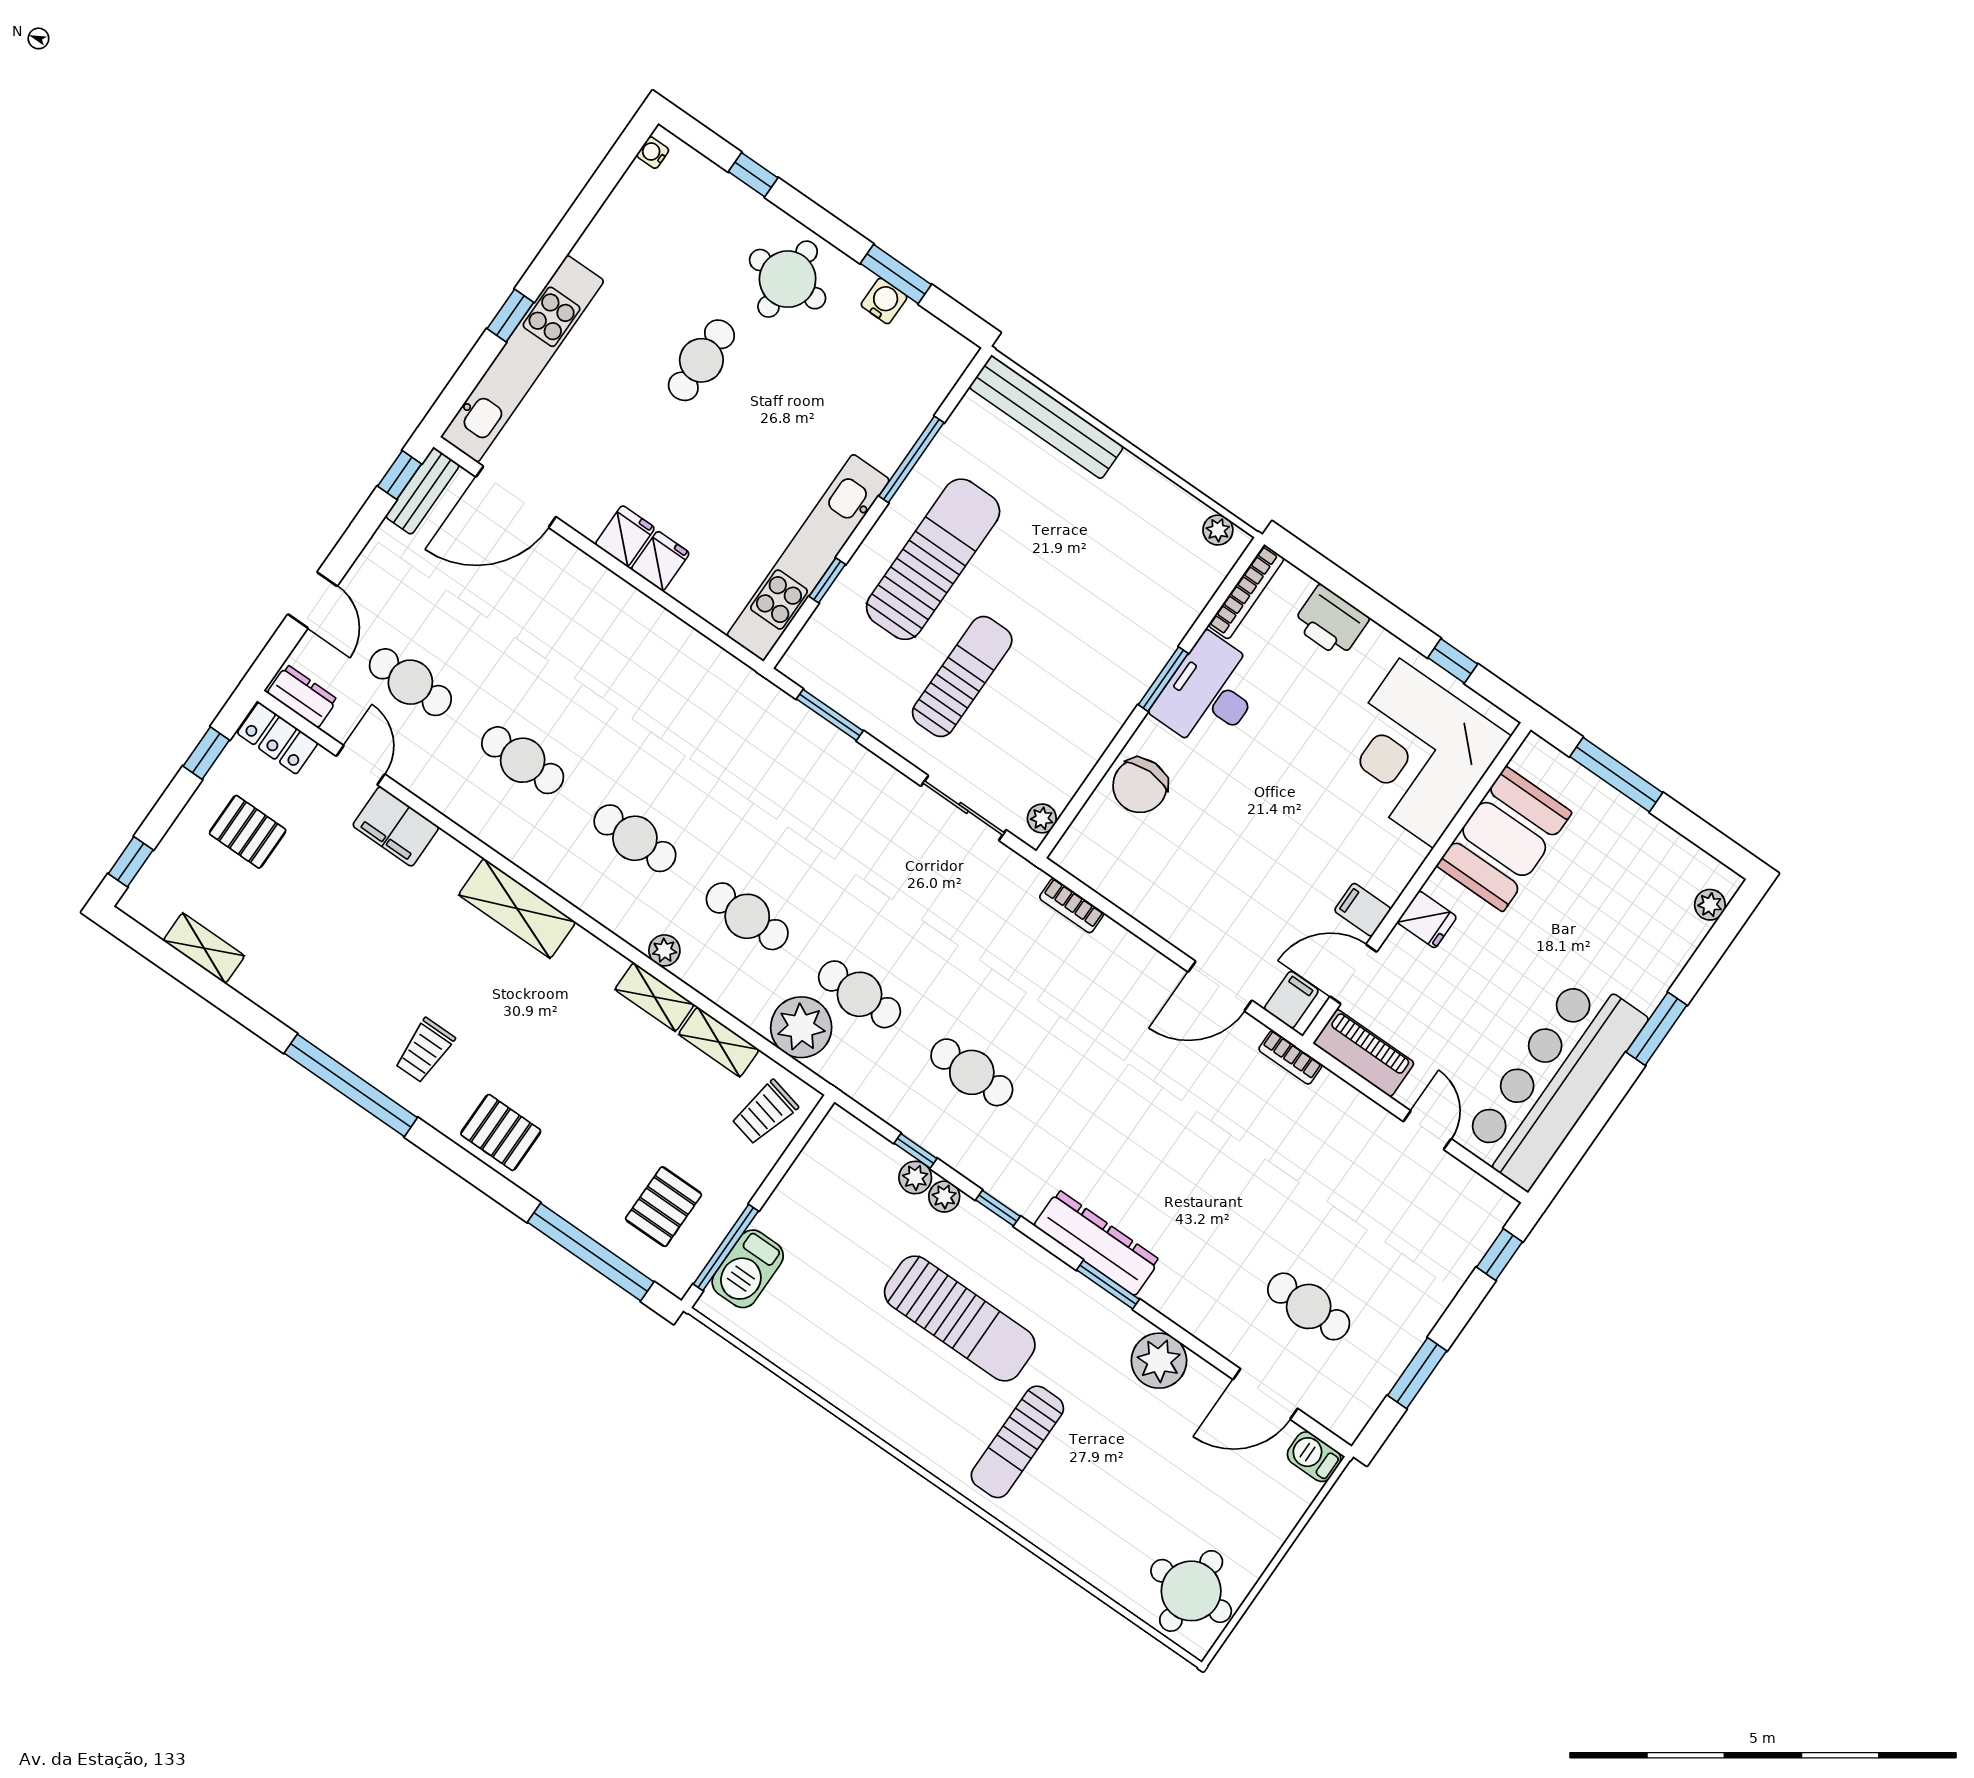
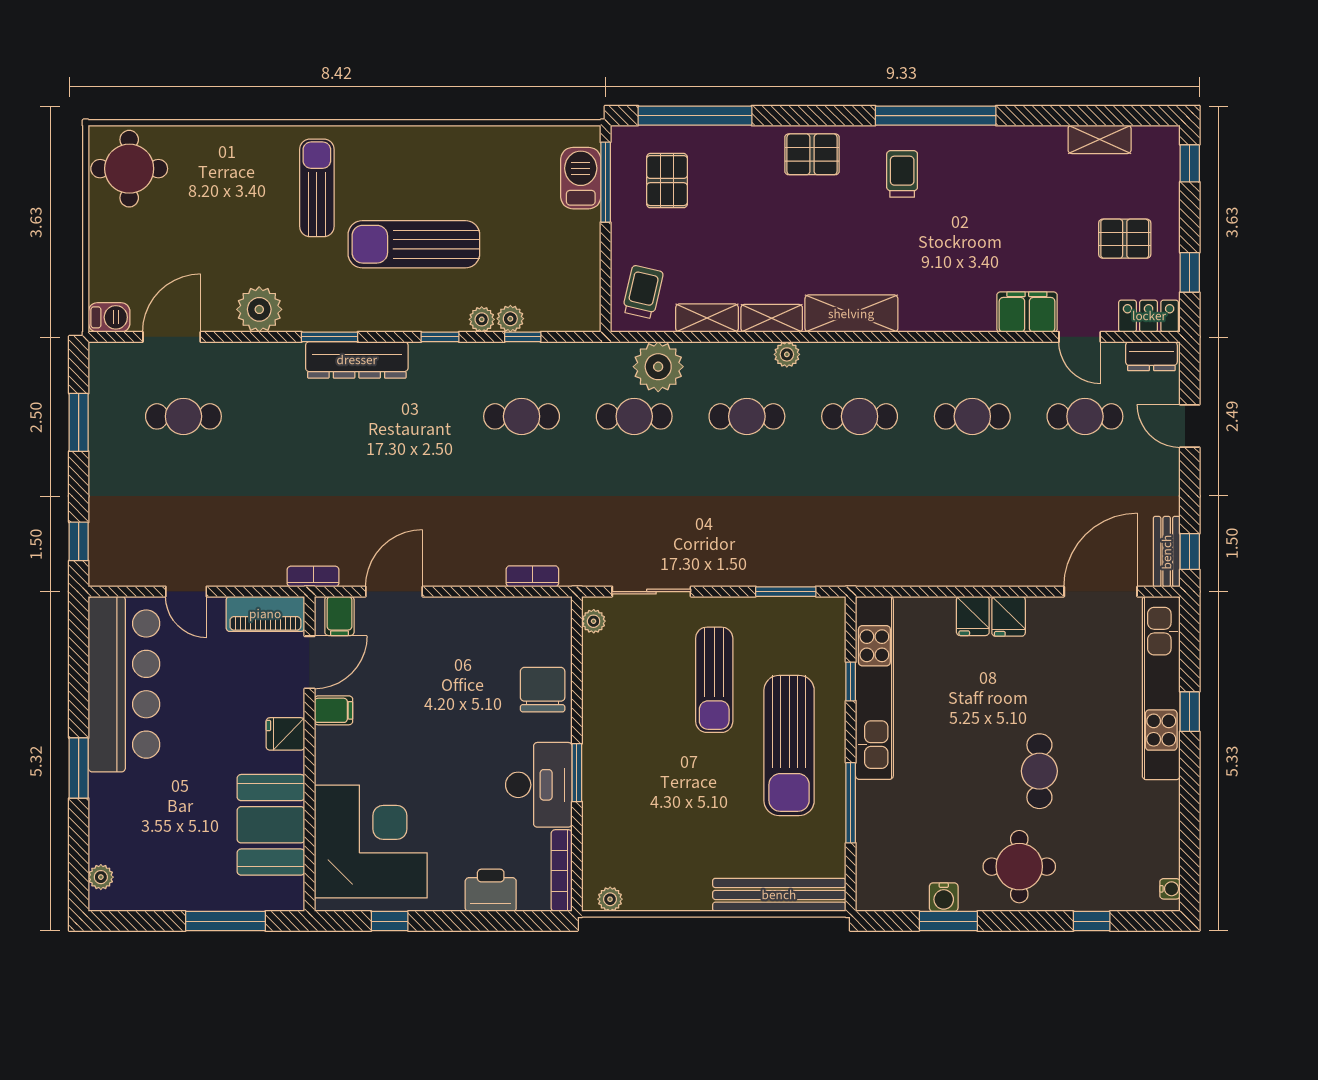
shelving: (517, 908) -> (851, 314), moved

